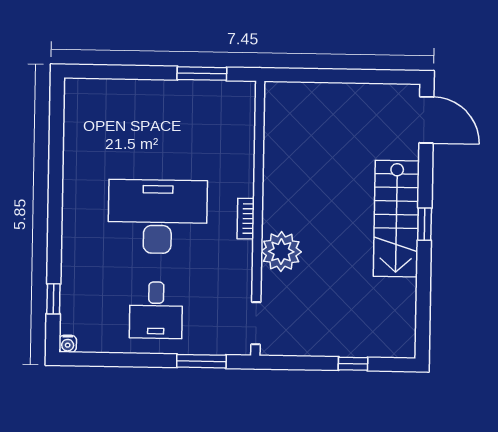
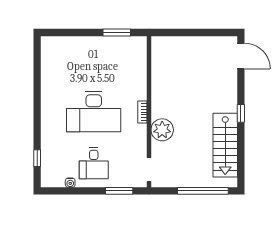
desk: (158, 217) -> (94, 112), turned 180
stairs: (396, 219) -> (225, 145), moved
water cooler: (68, 344) -> (70, 183), moved
window: (353, 364) -> (203, 191), width x3.17

